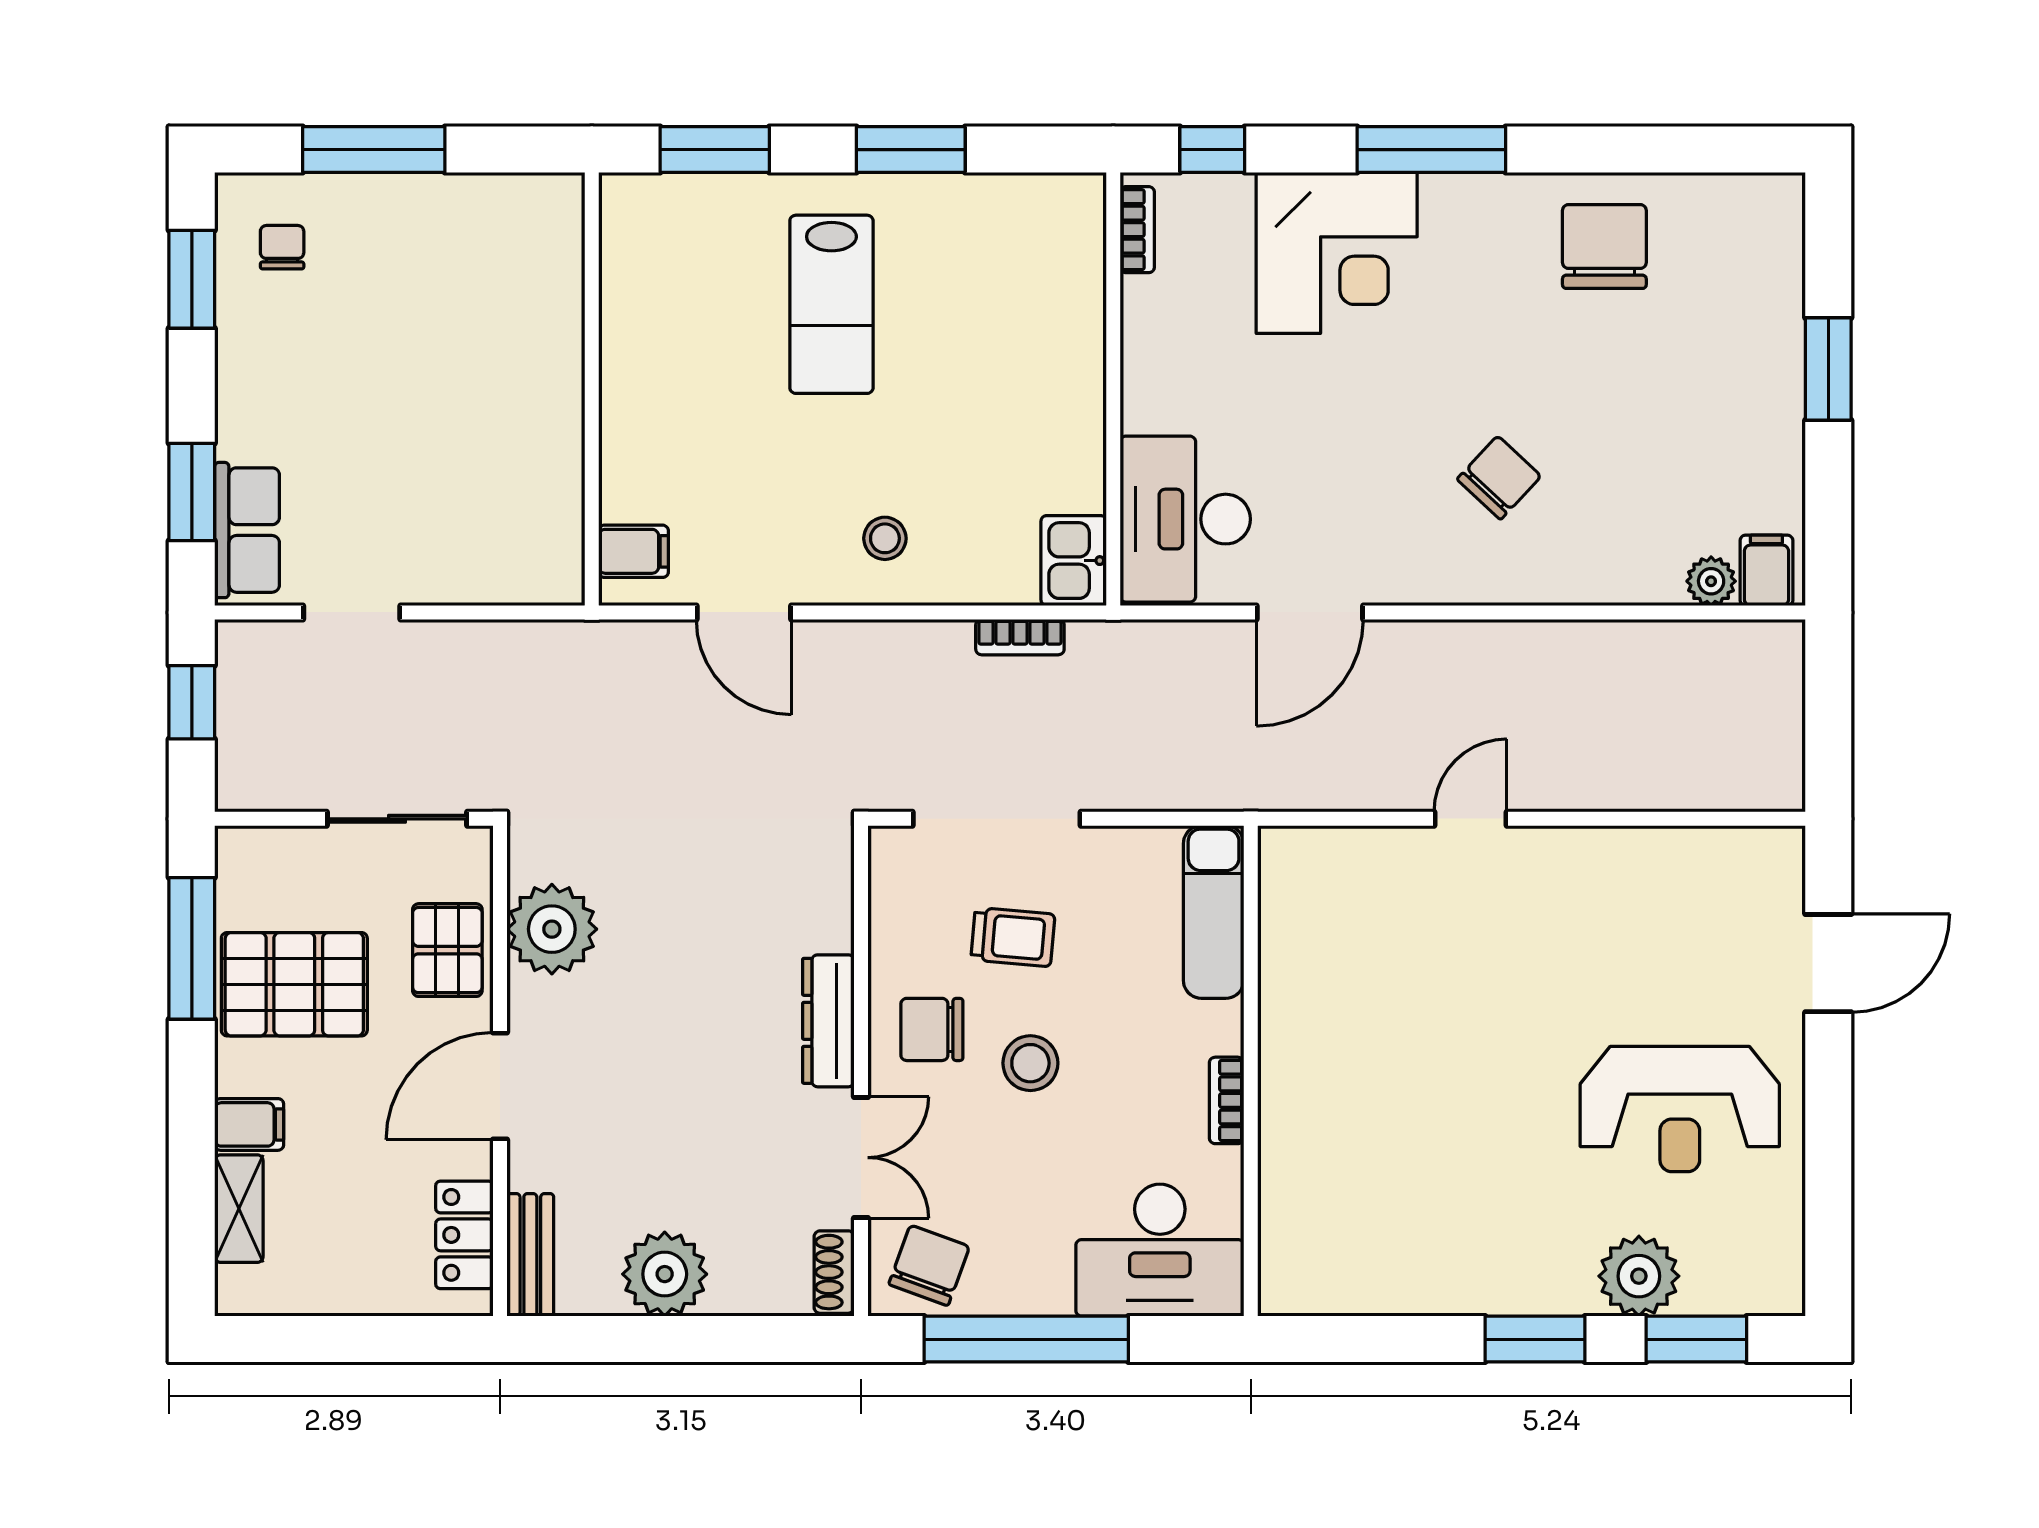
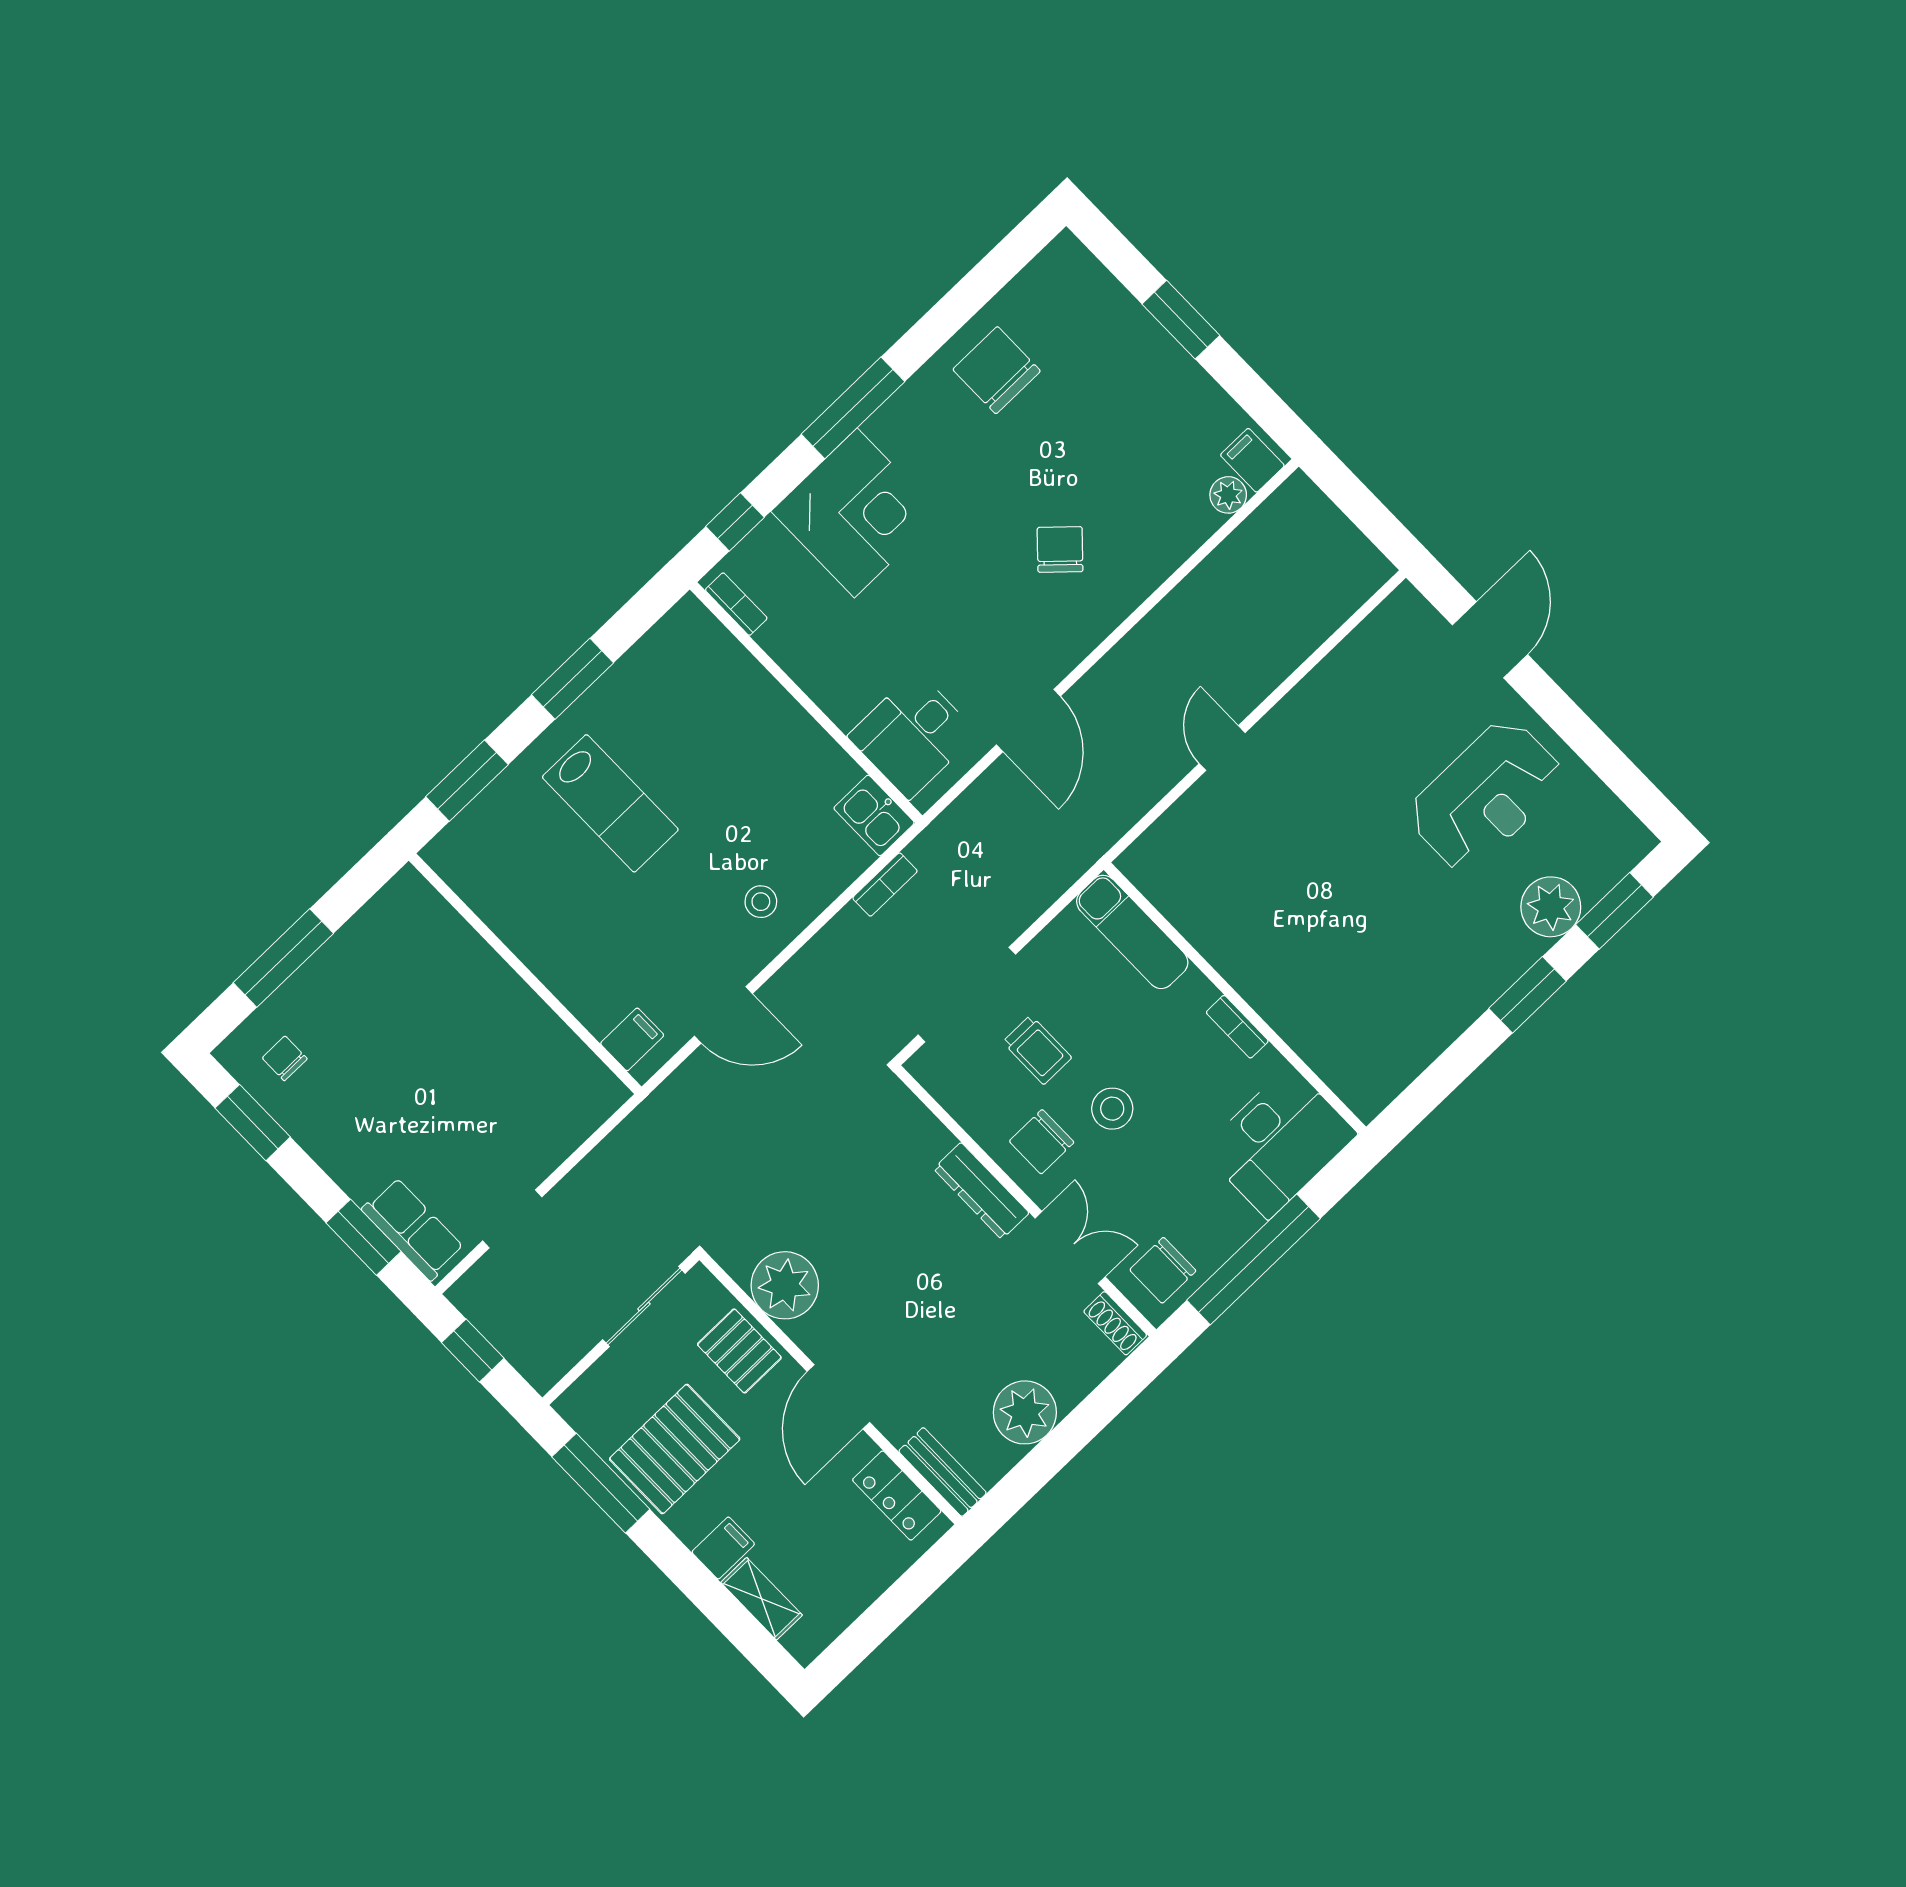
desk: (1185, 519) -> (913, 735), width x0.73
trolley: (1013, 937) -> (1037, 1050), turned 85
chair: (929, 1265) -> (1163, 1270), turned -110

